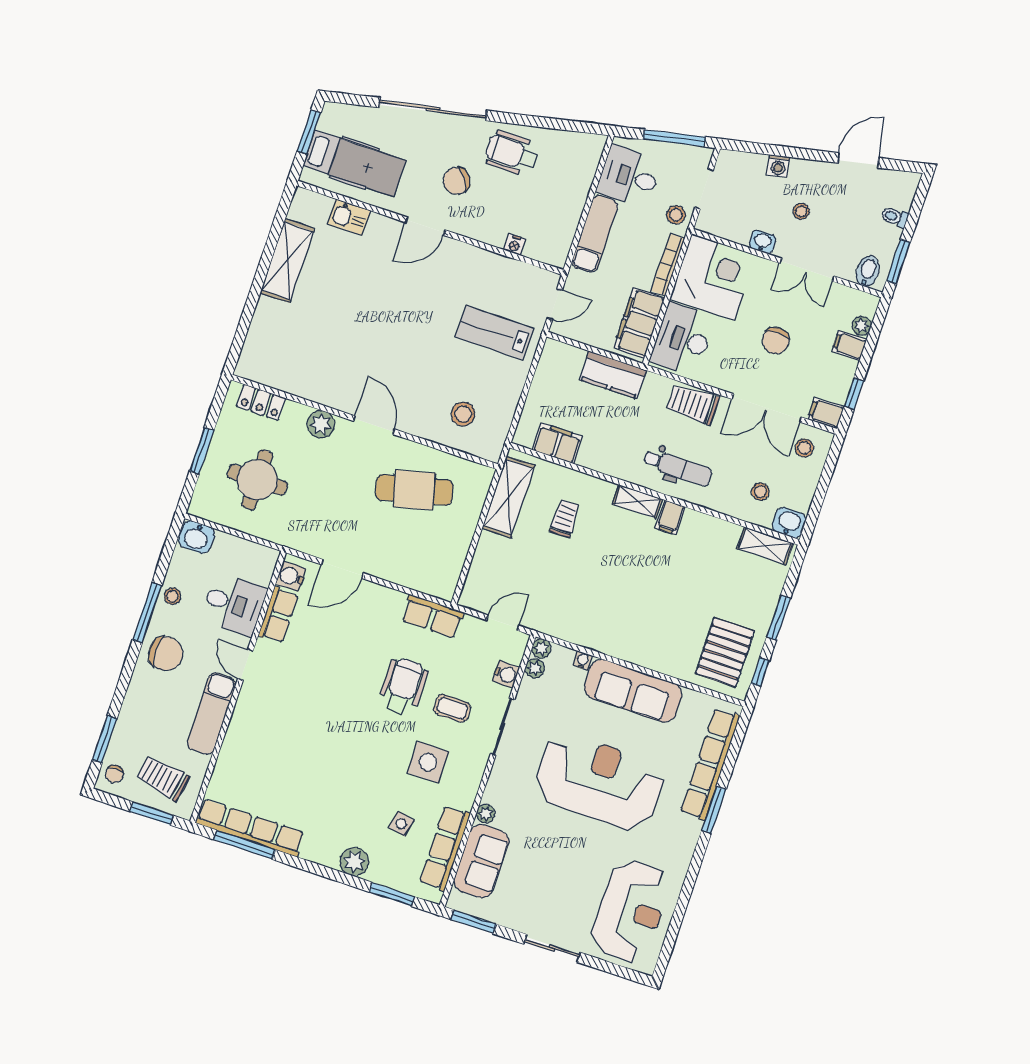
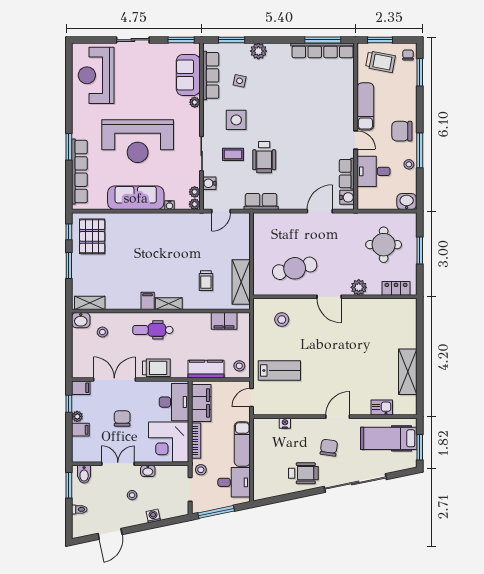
chair: (457, 181) -> (329, 448), turned -47
plant: (862, 326) -> (77, 416), moved
stool: (804, 448) -> (239, 366), moved

